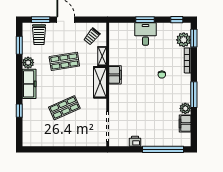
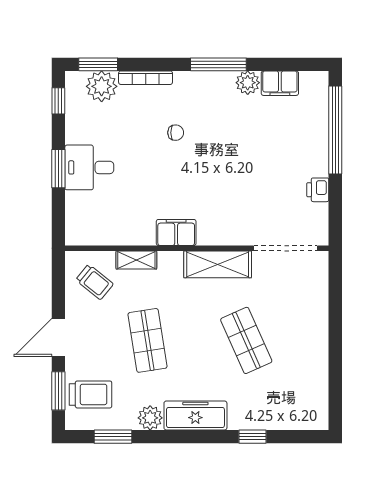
shelving: (100, 82) -> (218, 264), moved

